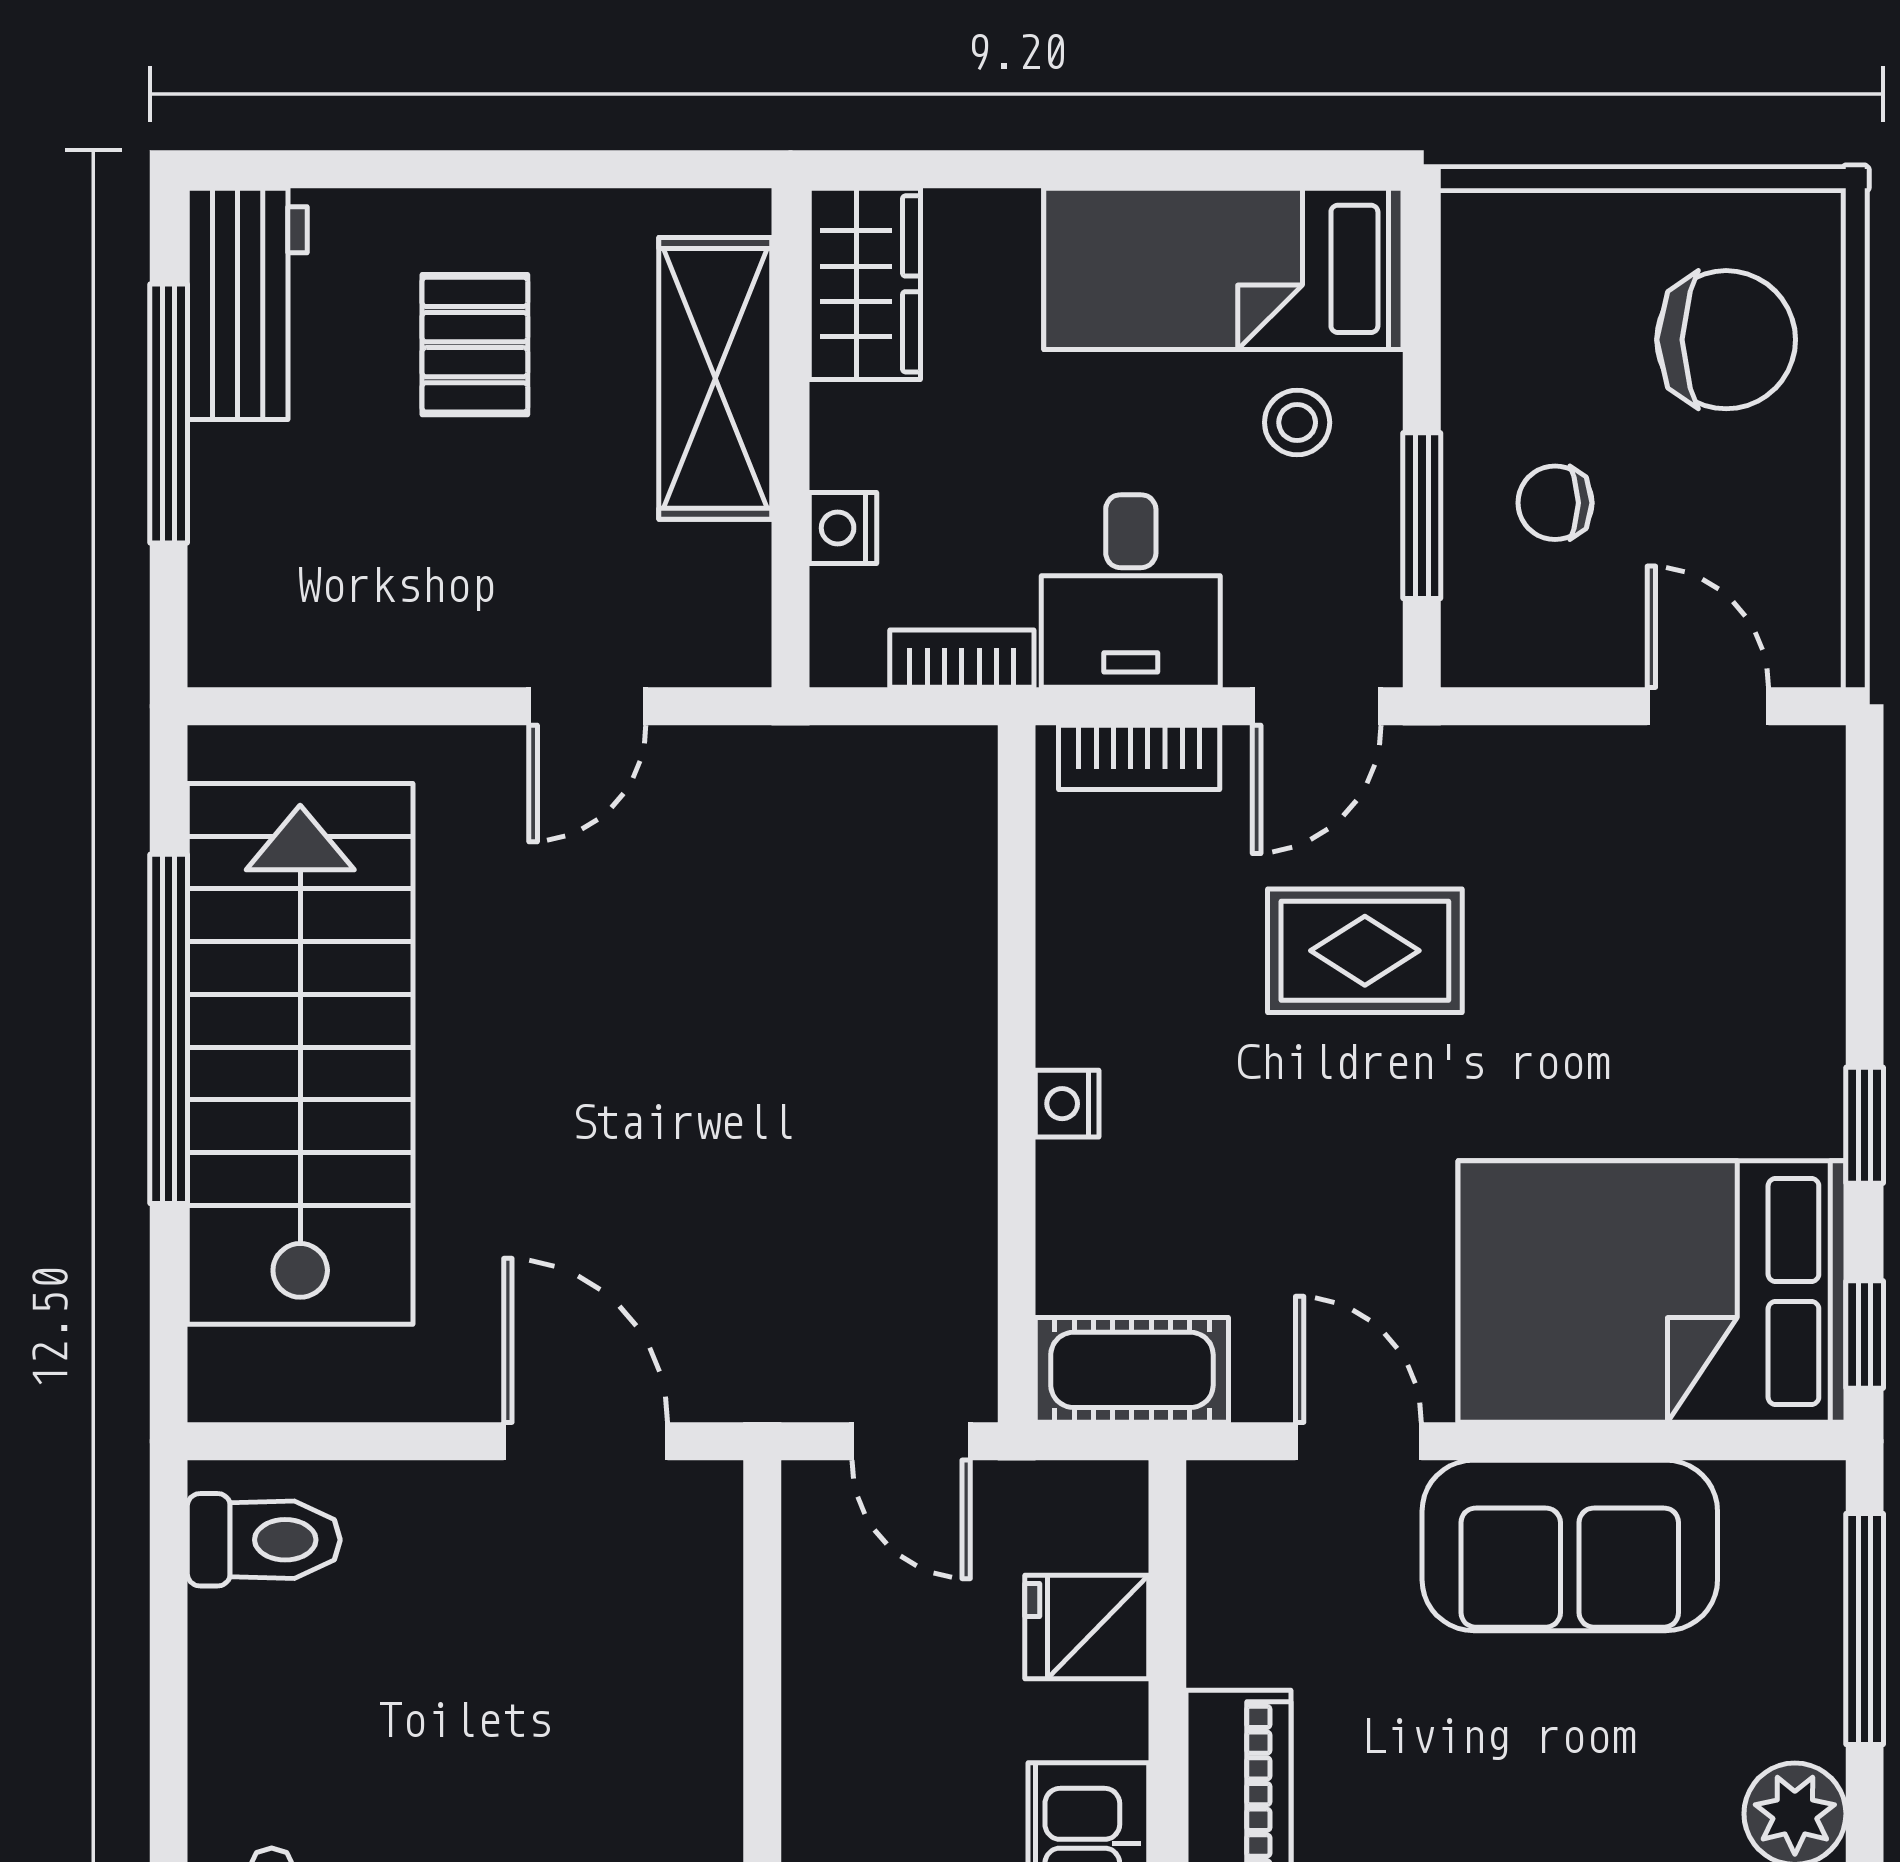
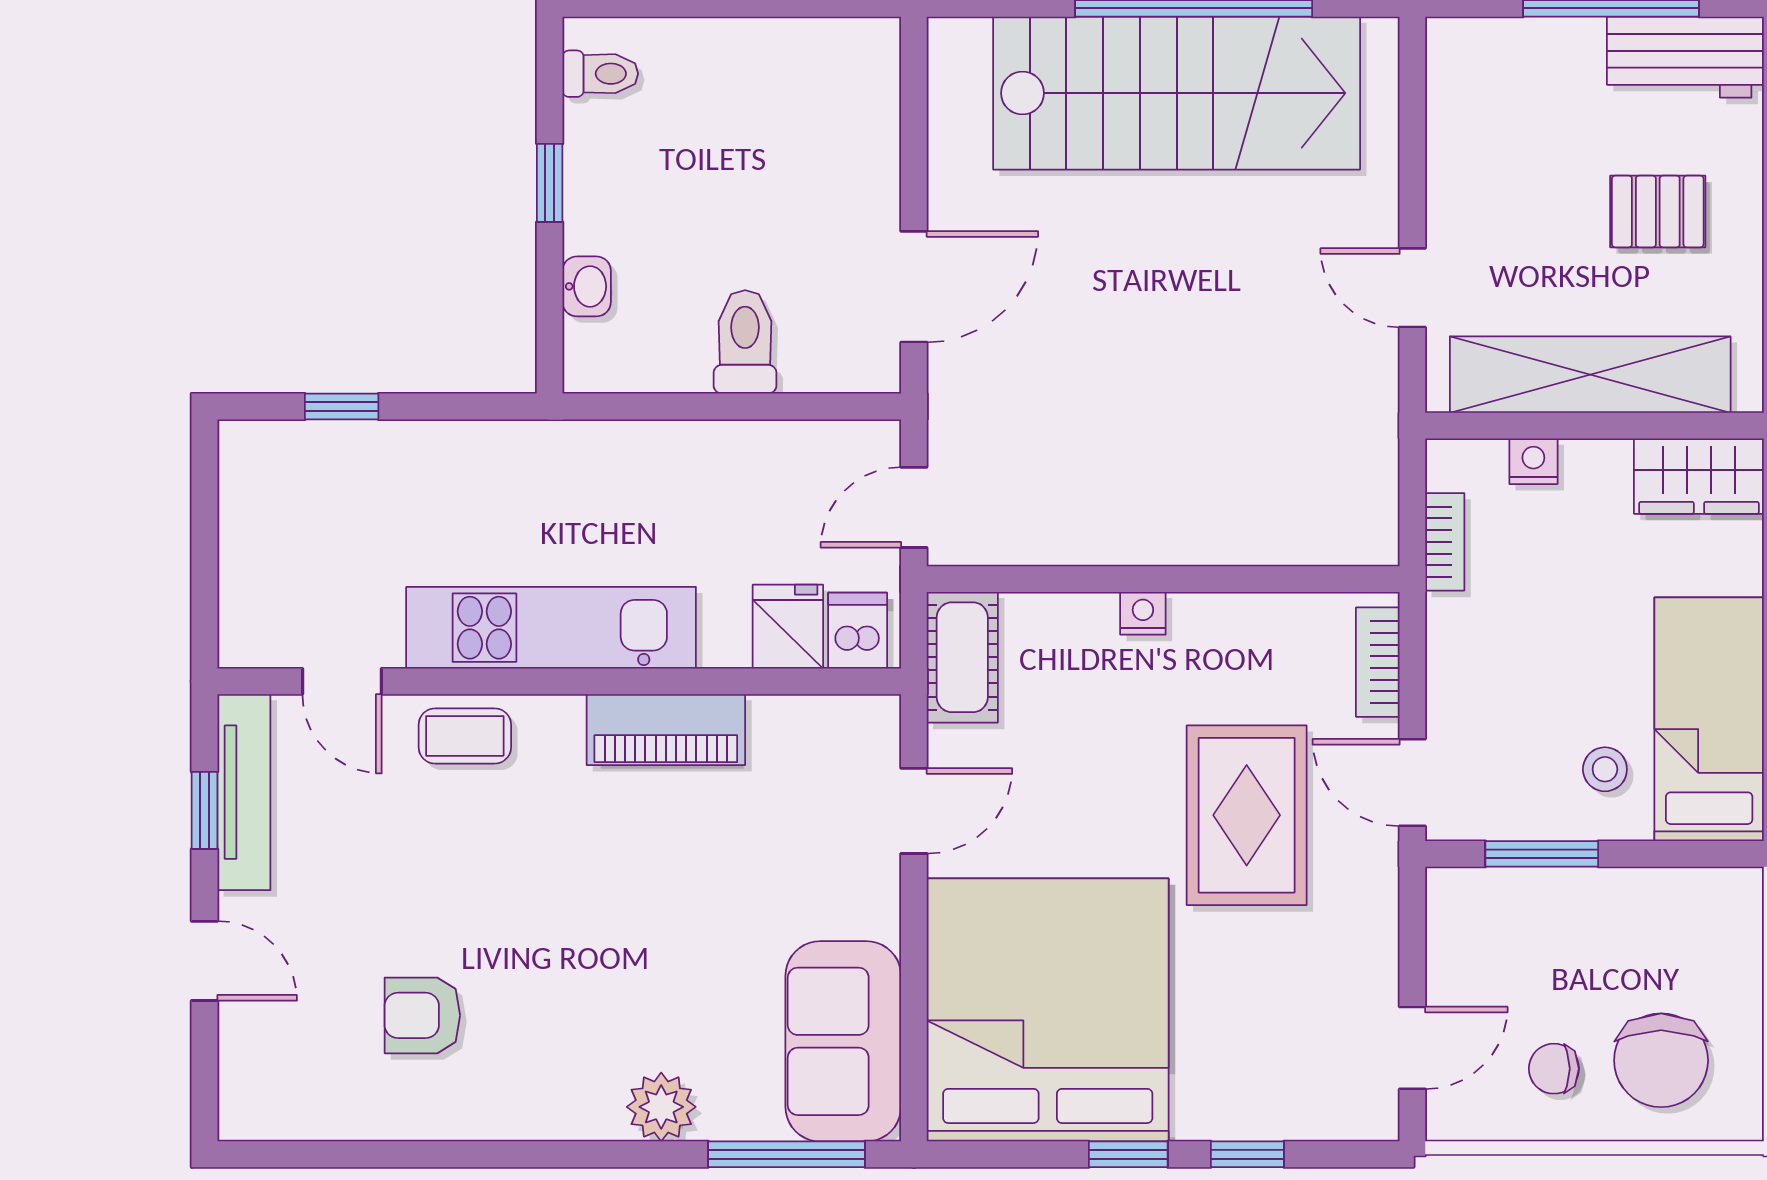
shelving: (715, 378) -> (1590, 375), width x1.47
chair: (1555, 503) -> (1554, 1069), moved, turned -90
desk: (1131, 591) -> (1491, 656), removed
rug: (1365, 951) -> (1247, 815), width x1.36, depth x1.43
bed: (1652, 1292) -> (1048, 1010), width x1.36
window: (1865, 1334) -> (1247, 1154), moved
dishwasher: (1093, 1524) -> (858, 631), added
toilet: (264, 1540) -> (745, 342), moved, turned 180
sofa: (1570, 1545) -> (843, 1041), moved

